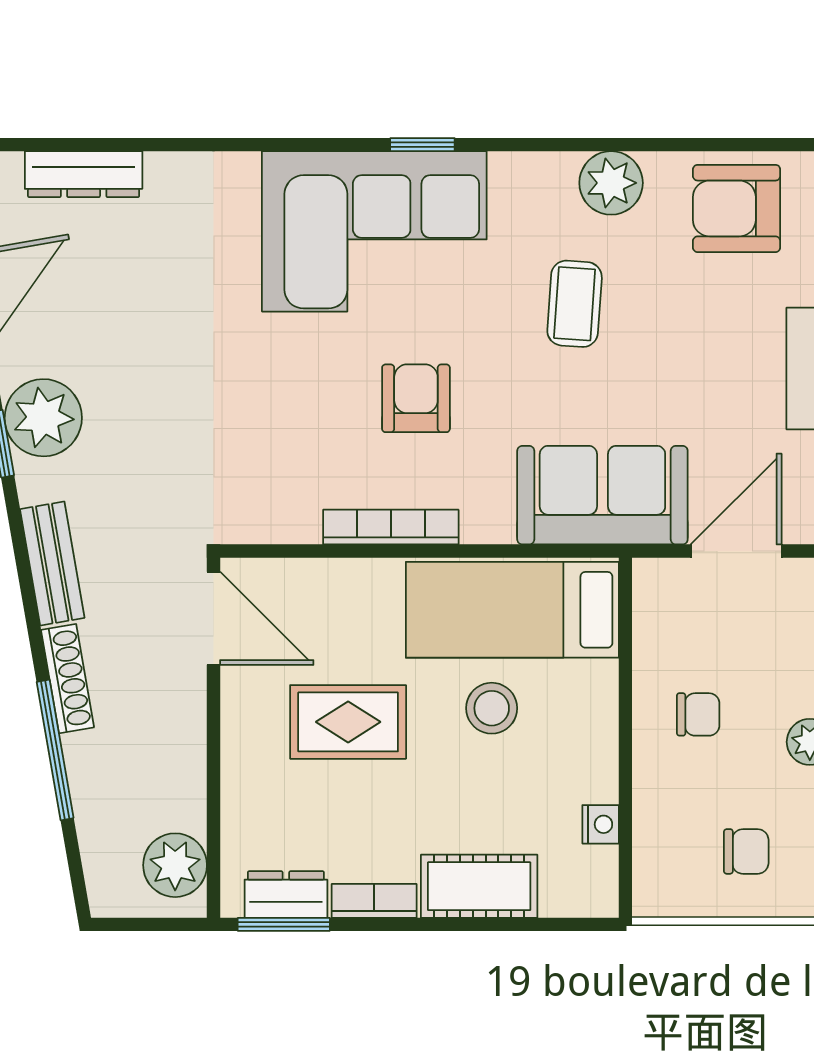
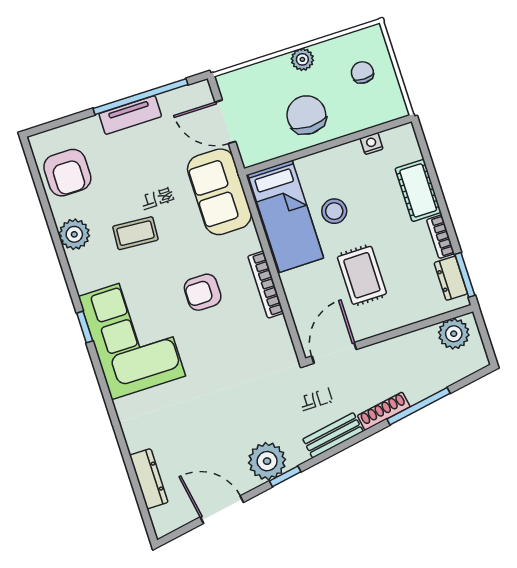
chair: (698, 714) -> (306, 115), width x1.87, depth x1.87

